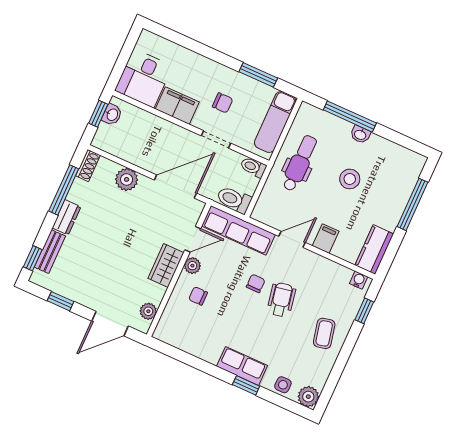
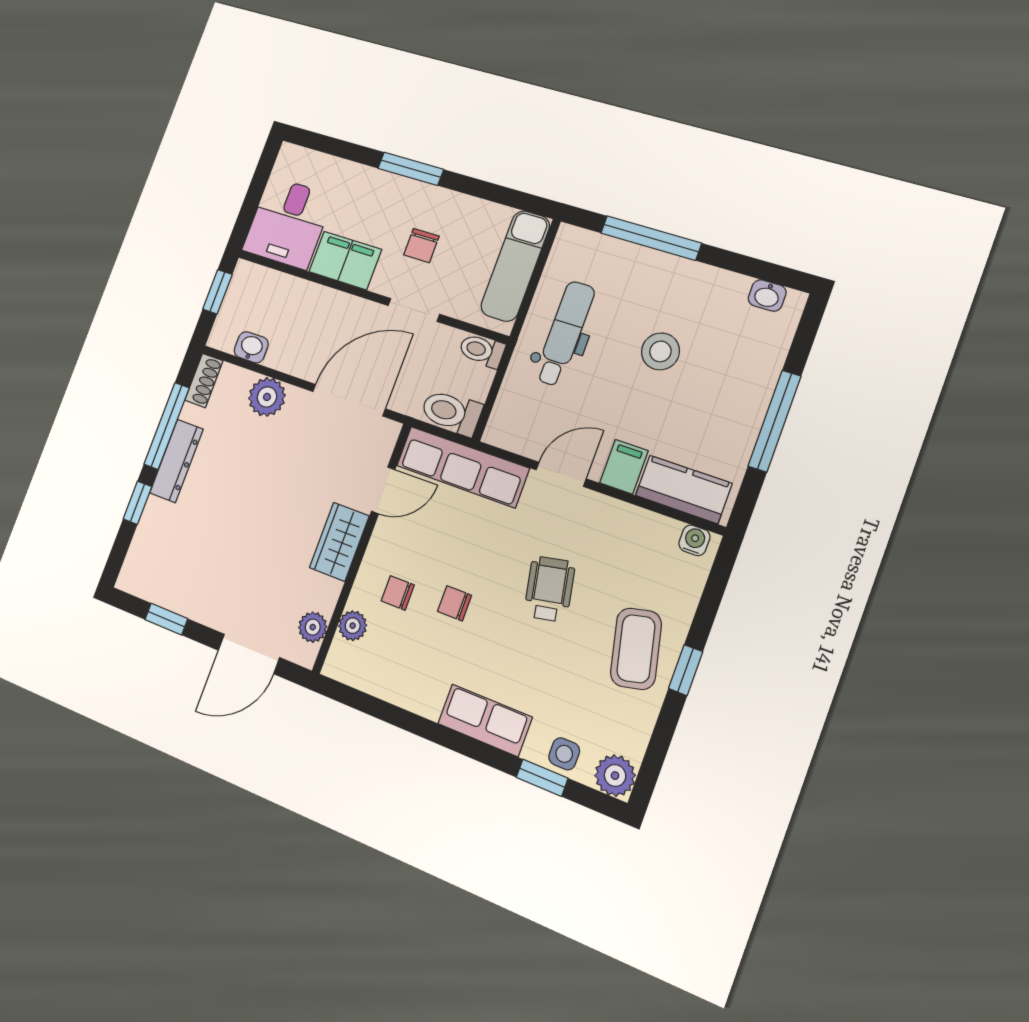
window: (258, 75) -> (411, 169), moved
chair: (223, 103) -> (421, 245), turned 90
washbasin: (112, 115) -> (251, 347), moved, turned -90
washbasin: (360, 135) -> (767, 295), moved
window: (412, 204) -> (774, 421), moved
dresser: (66, 217) -> (176, 461), width x1.44
kitchen counter: (374, 250) -> (684, 489), moved, turned 90
bench: (50, 252) -> (147, 534), removed
window: (33, 258) -> (137, 503), moved
plant: (192, 266) -> (353, 626), moved
chair: (256, 283) -> (455, 603), moved, turned -90
window: (364, 311) -> (686, 670), moved
coffee table: (324, 333) -> (636, 649), width x1.36, depth x1.30
window: (246, 385) -> (542, 778), moved

